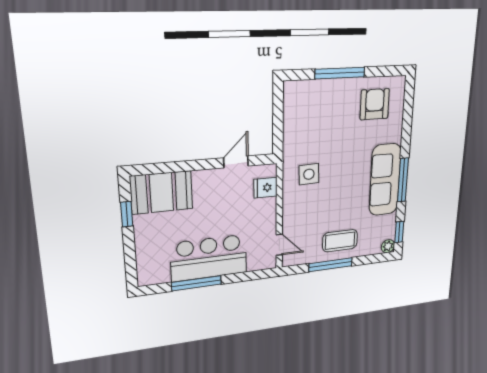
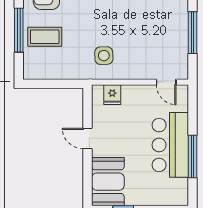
door: (236, 162) -> (88, 139), moved
coffee table: (340, 241) -> (45, 37), moved, turned 90
door: (279, 245) -> (166, 82), swing flipped

